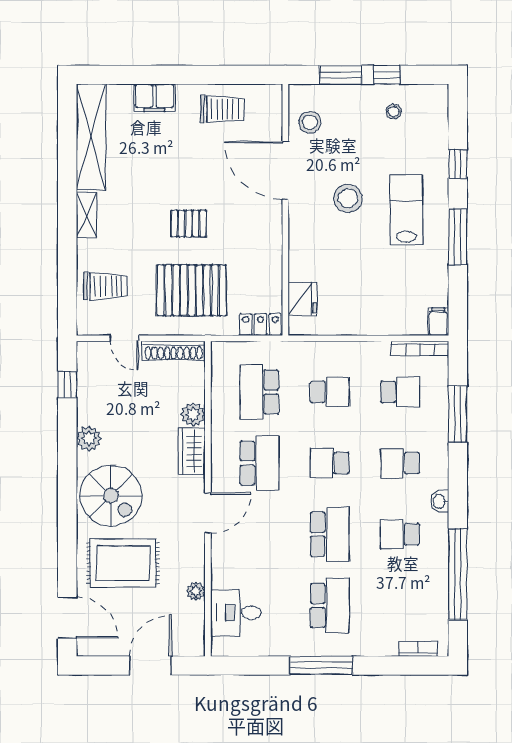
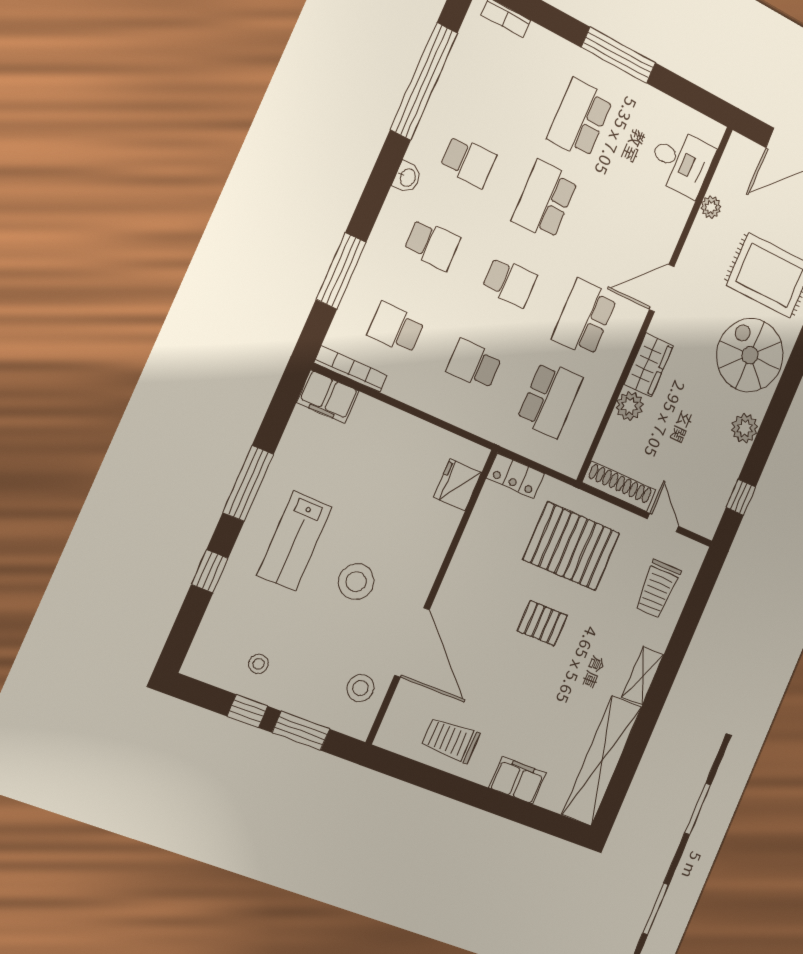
trolley: (105, 286) -> (657, 589), turned -90
filing cabinet: (438, 322) -> (328, 397), width x2.00

